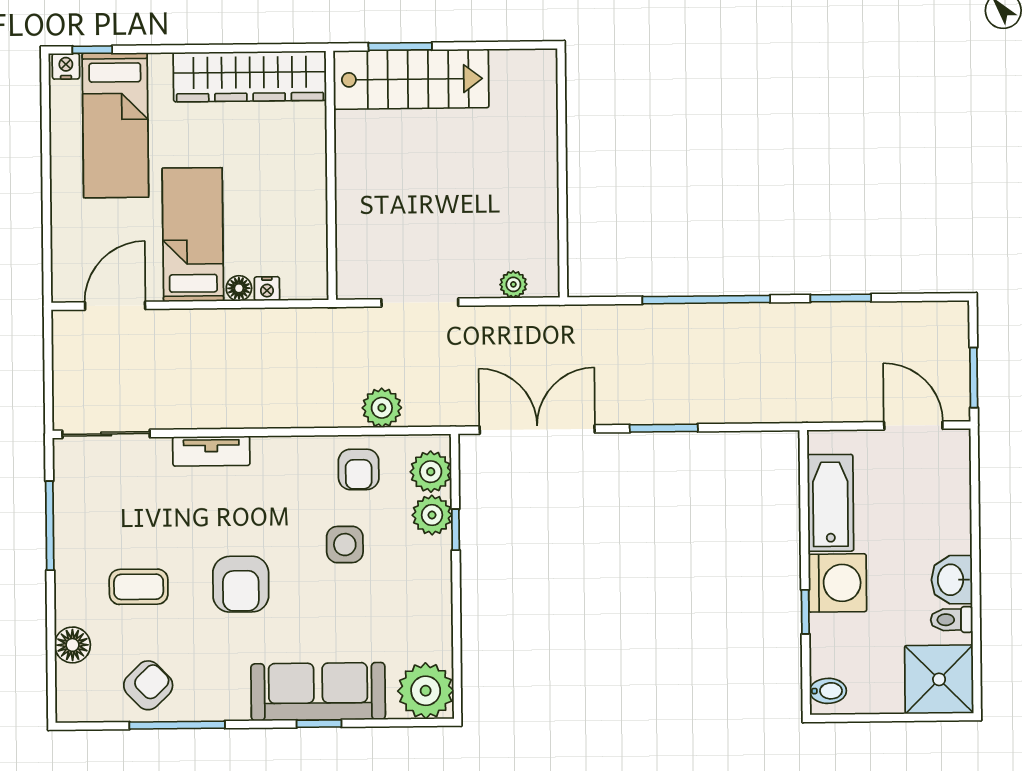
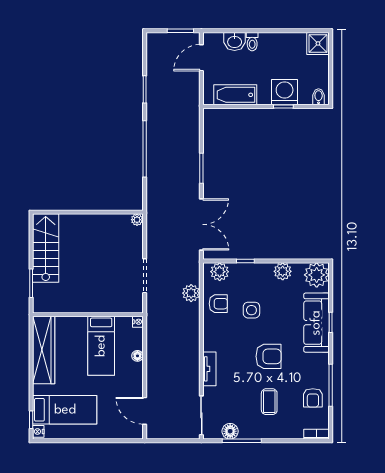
stairs: (411, 79) -> (46, 248), moved
bed: (193, 235) -> (101, 346), moved, turned -90
plant: (513, 284) -> (137, 220), moved
nightstand: (267, 289) -> (138, 322), moved
double door: (537, 429) -> (201, 224), swing flipped
plant: (432, 515) -> (283, 271), moved
washbasin: (952, 580) -> (235, 41), moved
washing machine: (837, 583) -> (285, 92), moved
toilet: (952, 620) -> (252, 42), moved
floor lamp: (72, 645) -> (230, 431), moved
shower: (939, 679) -> (318, 43), width x0.73, depth x0.73
armchair: (148, 685) -> (313, 398), turned -136
bookcase: (66, 694) -> (316, 434), added

